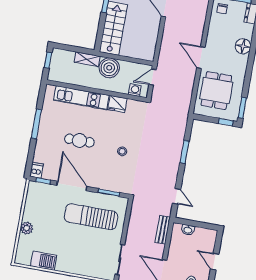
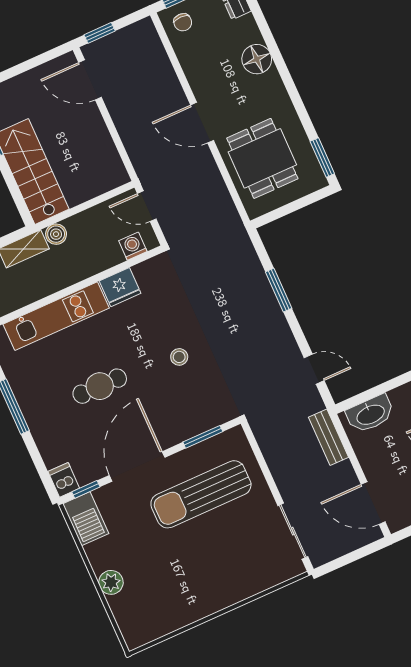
boiler: (109, 68) -> (56, 234), width x0.54, depth x0.54
door: (153, 77) -> (147, 206), hinge flipped
window: (226, 122) -> (312, 198), removed
door: (72, 186) -> (137, 466), hinge flipped
washbasin: (188, 230) -> (370, 414), width x1.91, depth x1.45
barbecue: (44, 261) -> (86, 519), moved, turned 90

